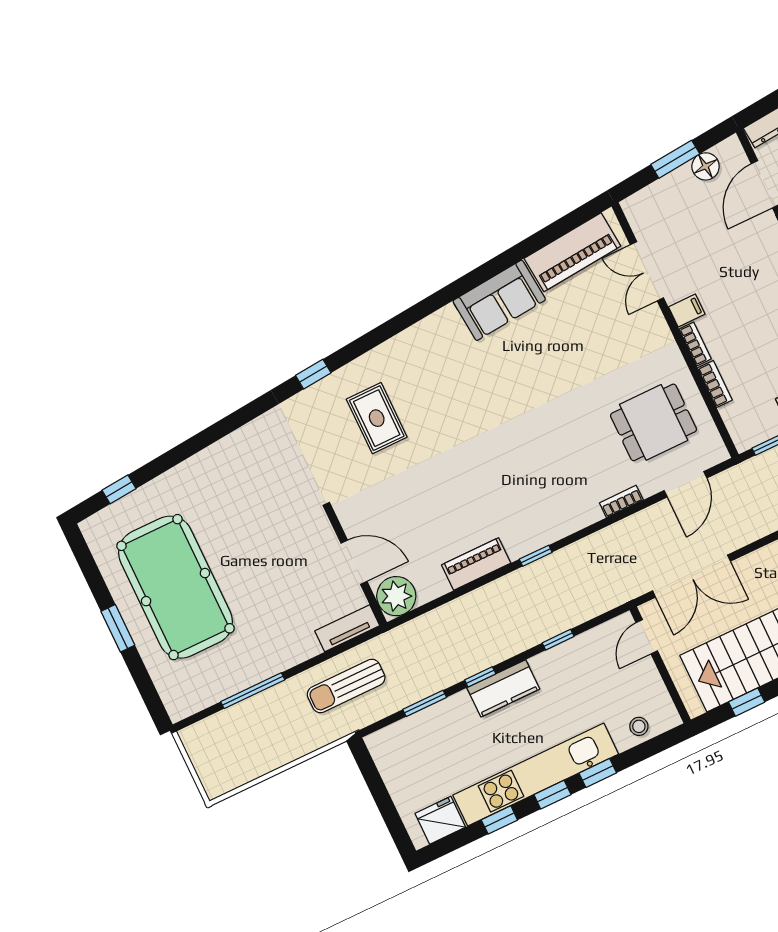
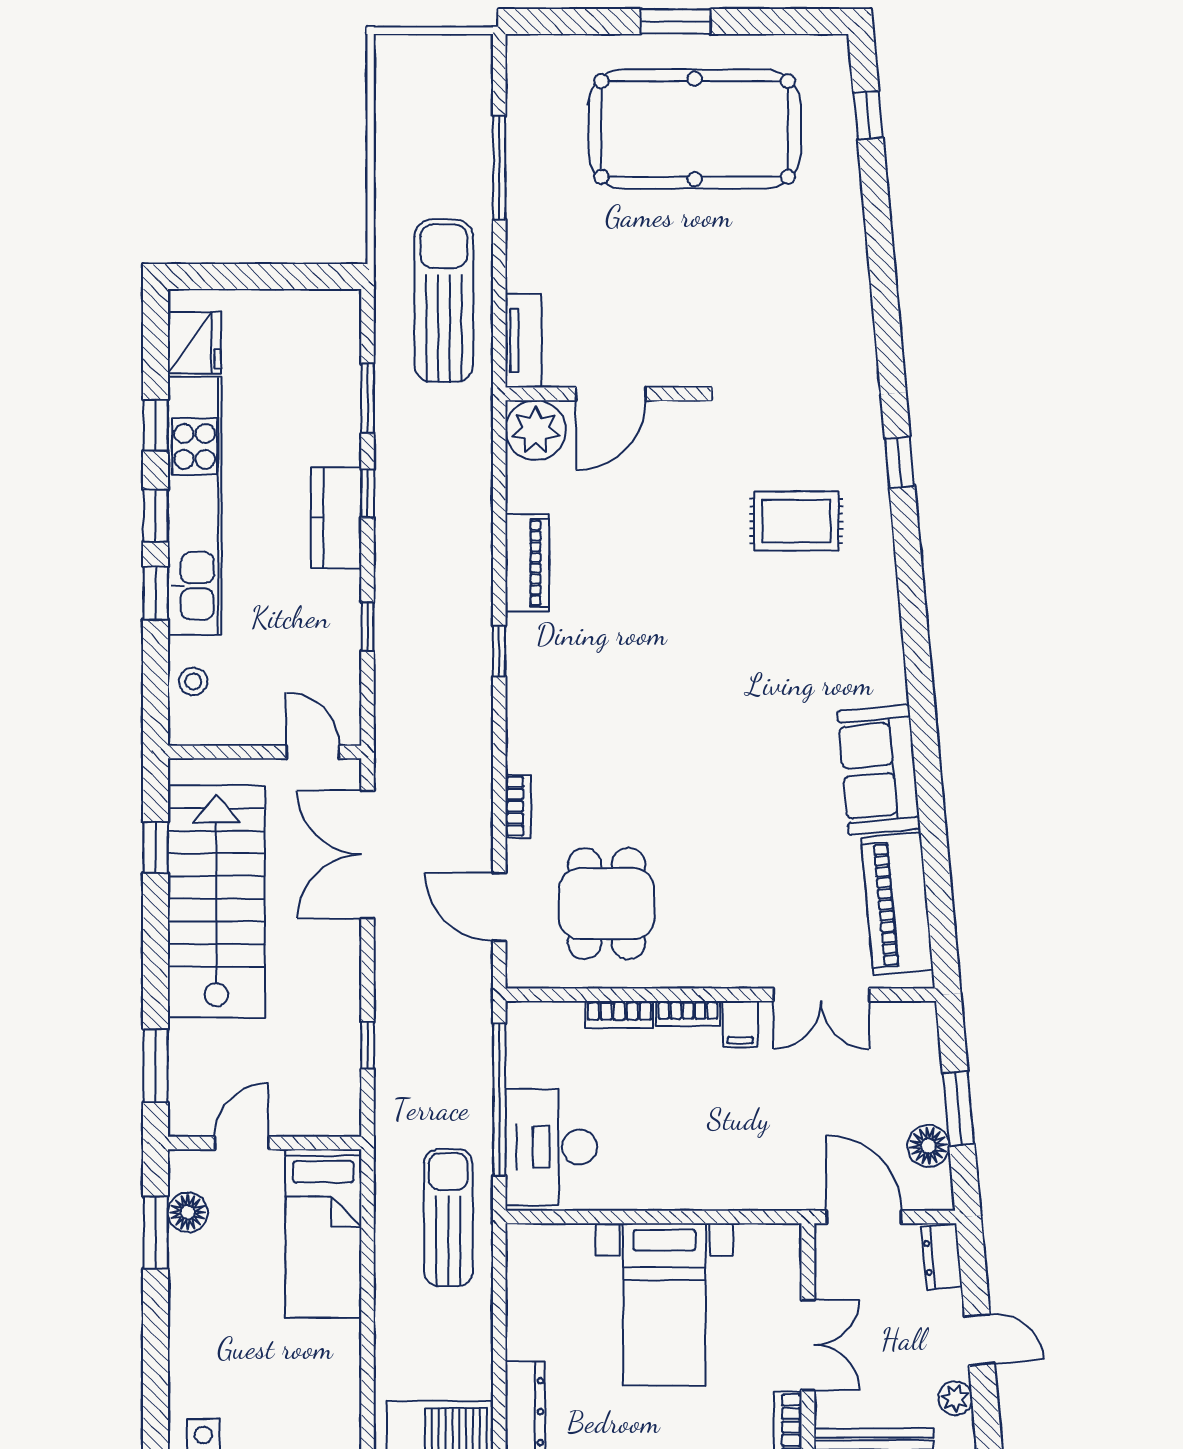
double door: (647, 271) -> (821, 995), swing flipped
sun lounger: (346, 686) -> (444, 301), width x1.36, depth x1.34

